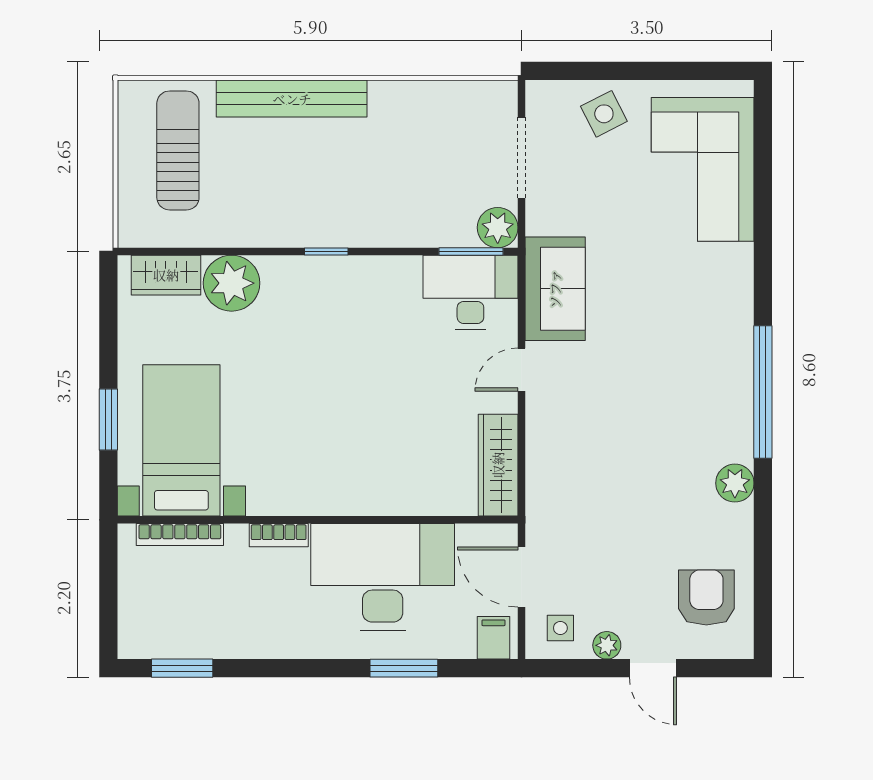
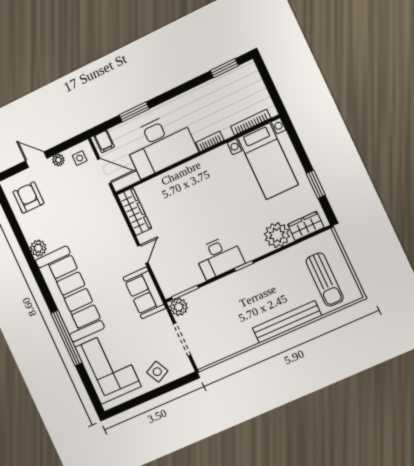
desk: (470, 292) -> (219, 257), moved
sofa: (713, 357) -> (70, 294), added
window: (763, 392) -> (66, 338), moved
window: (108, 419) -> (316, 184), moved
armchair: (706, 598) -> (28, 198), turned 180

